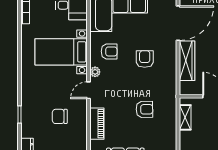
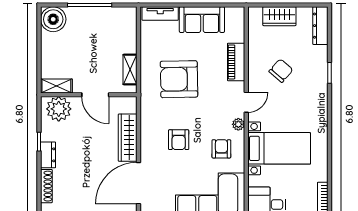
armchair: (109, 51) -> (221, 149), turned 90
armchair: (144, 109) -> (179, 79), width x1.88, depth x1.88
chair: (60, 116) -> (281, 71), turned -49

